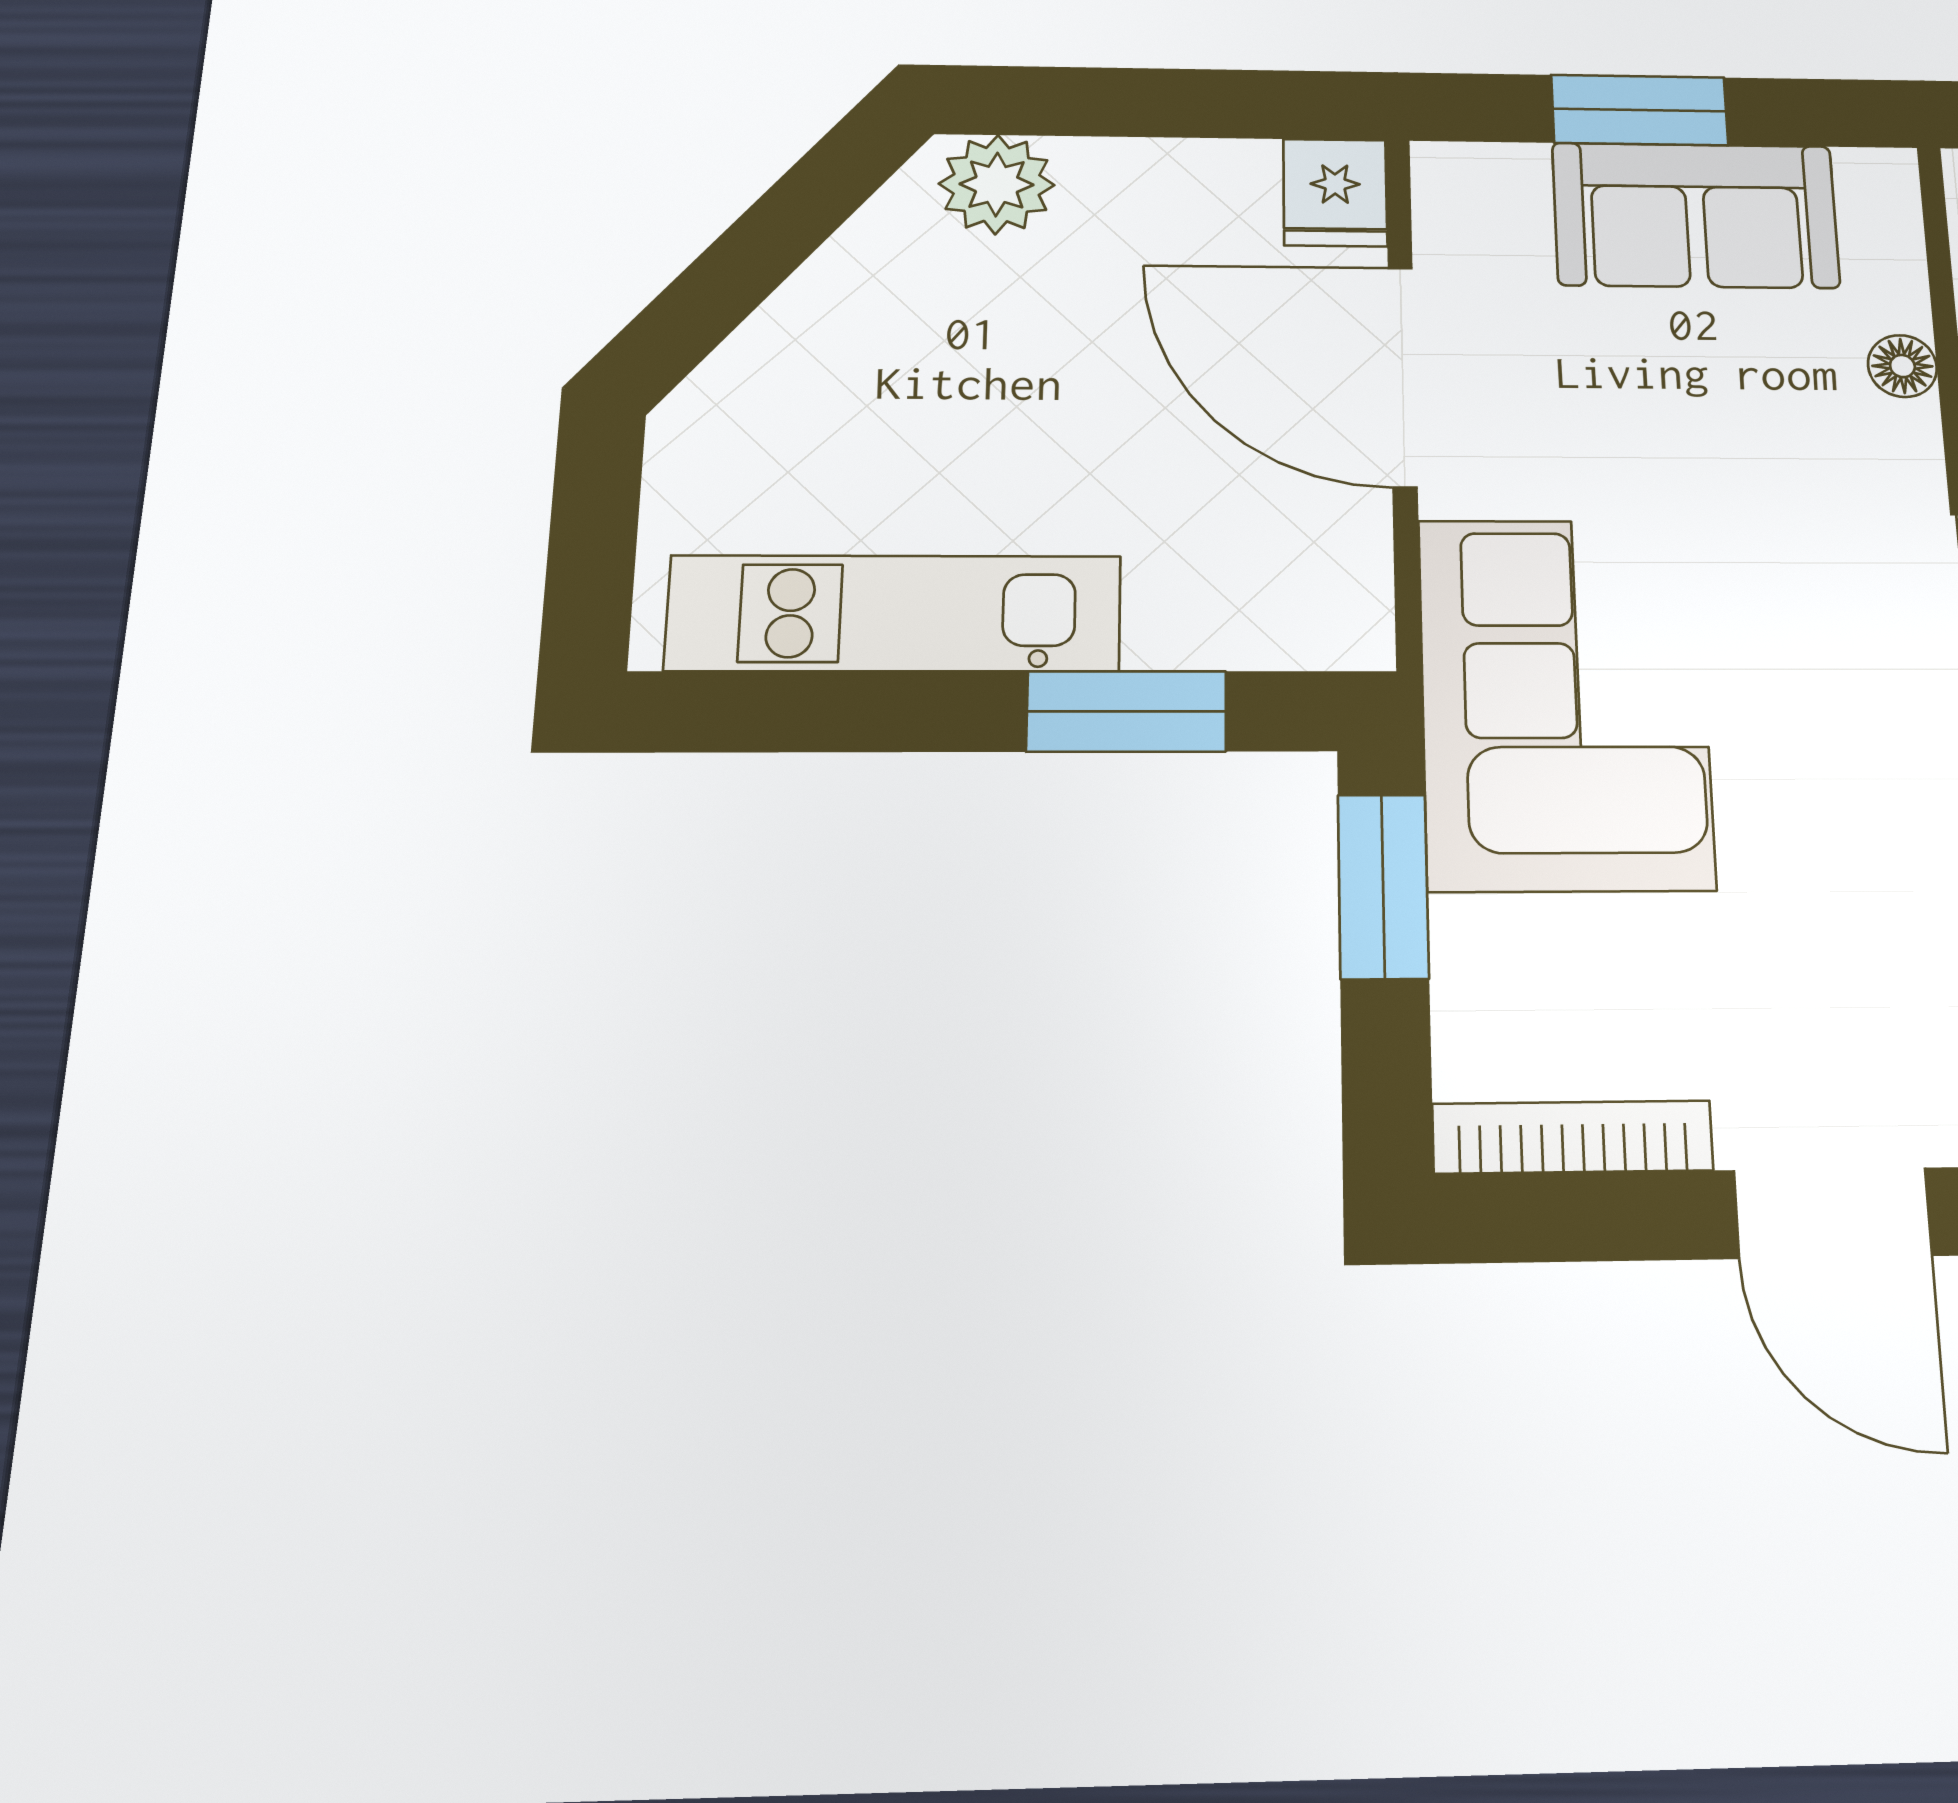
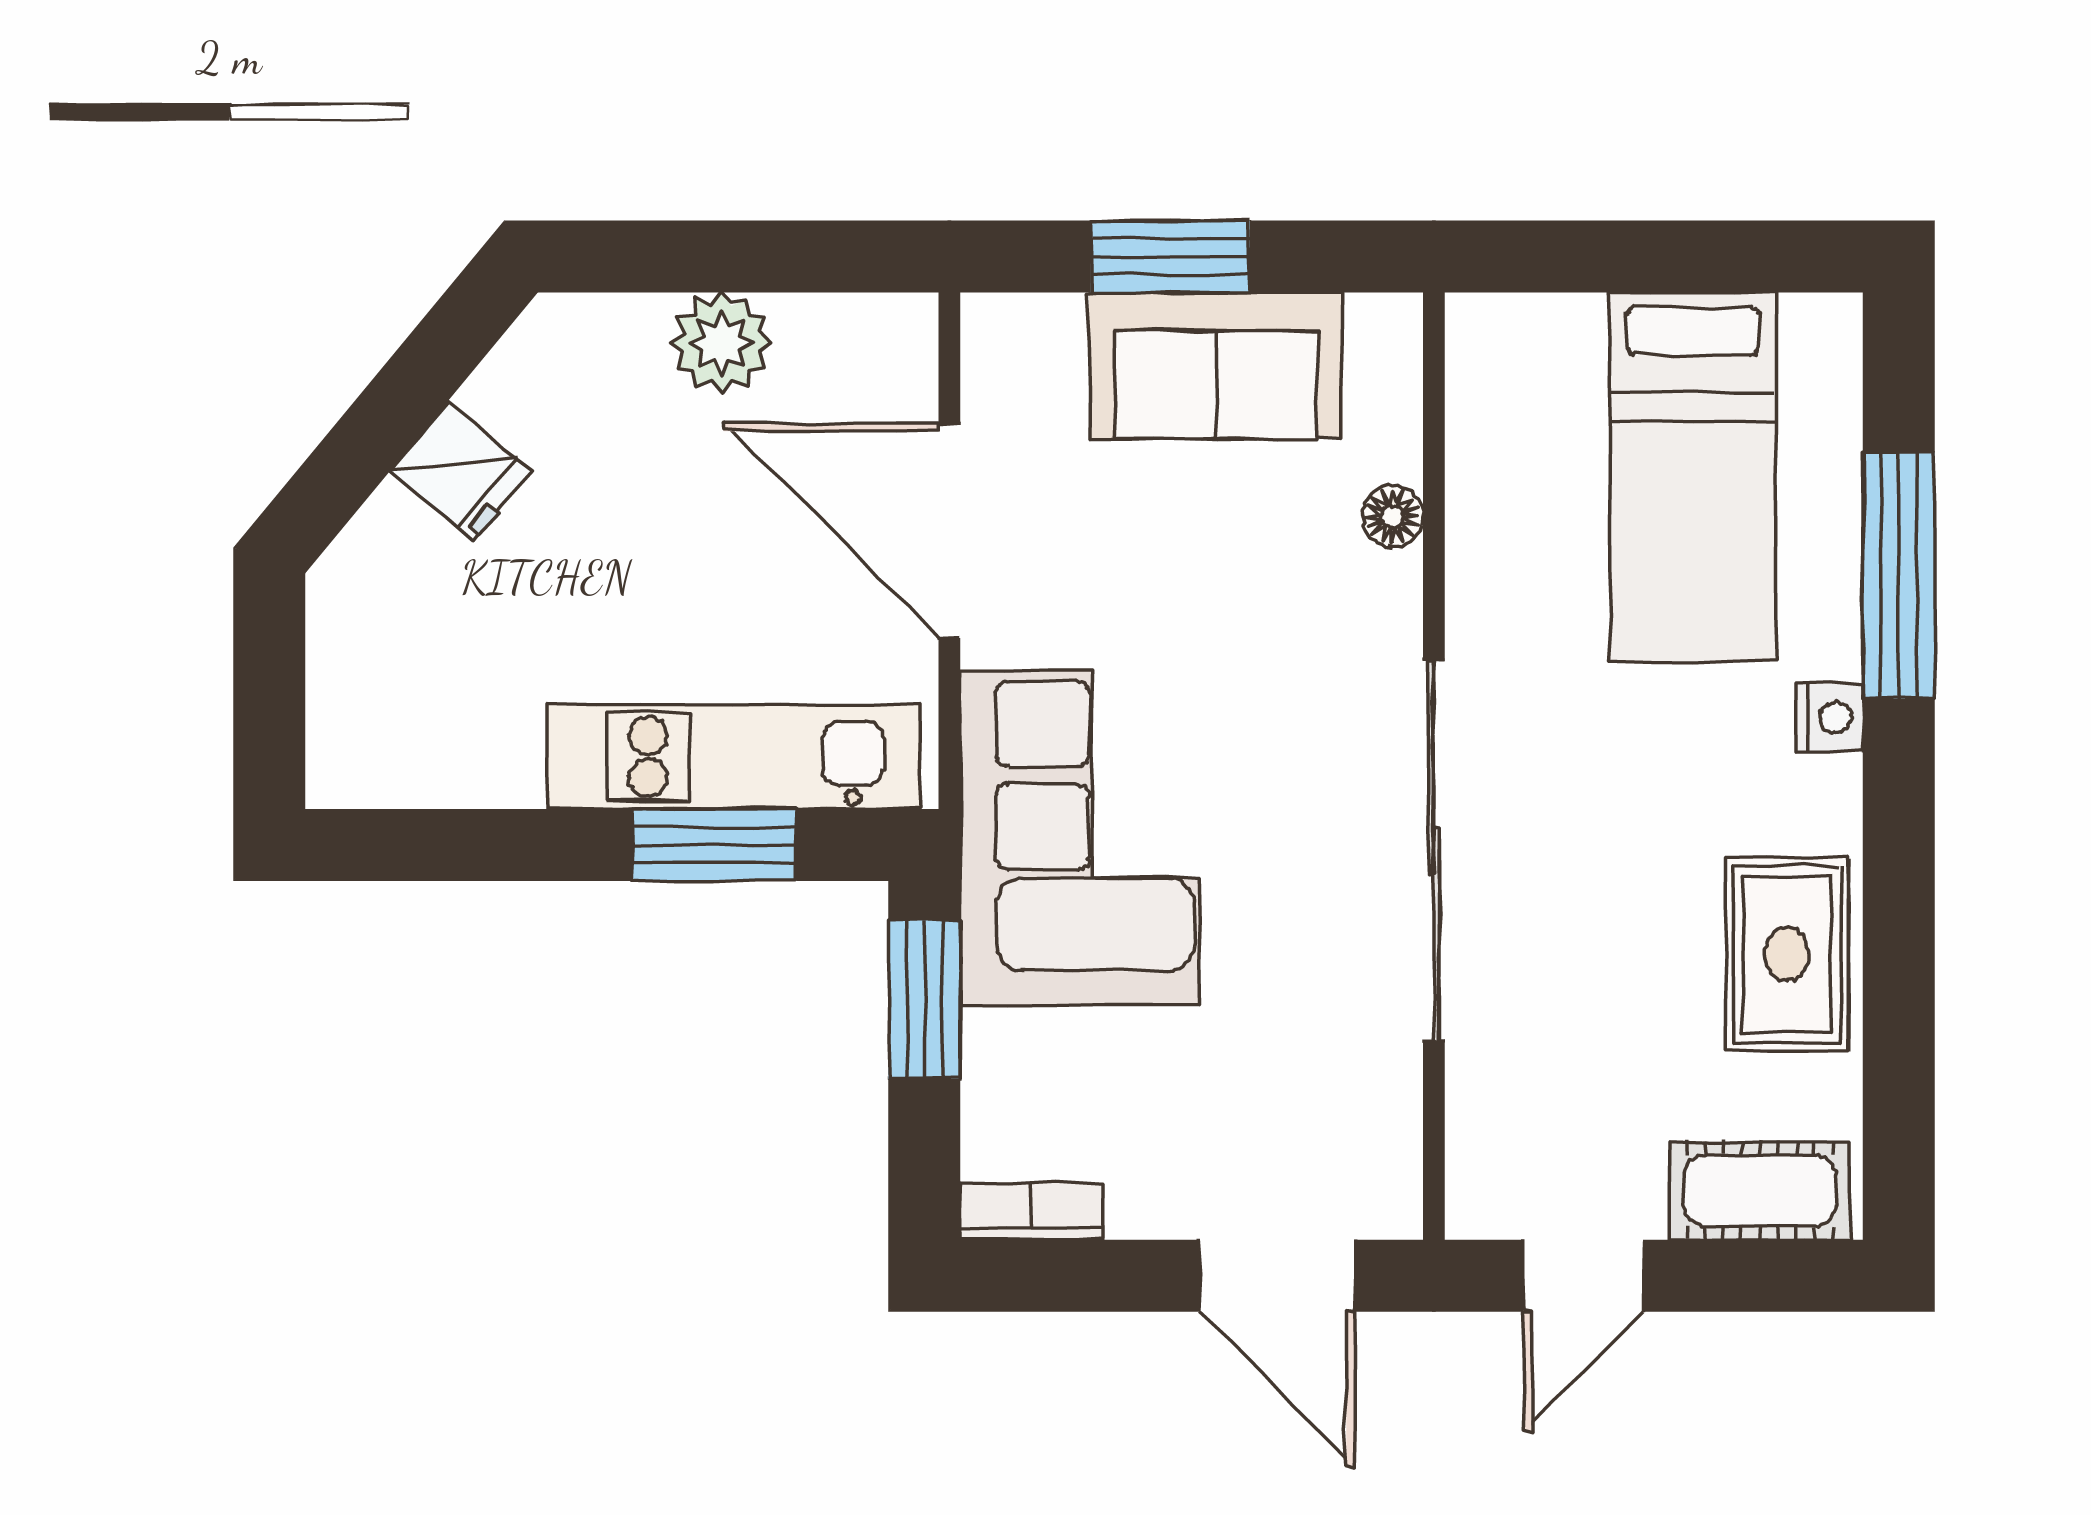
plant: (997, 184) -> (721, 343), moved
fridge: (1335, 192) -> (461, 471), moved, turned -50
kitchen unit: (895, 613) -> (734, 757), moved
bookcase: (1573, 1137) -> (1032, 1211), width x0.64

